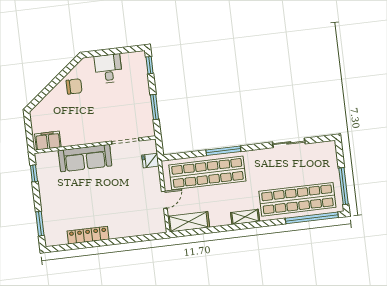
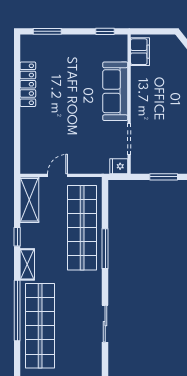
fridge: (150, 161) -> (119, 166), moved, turned -90
door: (164, 200) -> (57, 175), swing flipped
window: (312, 218) -> (17, 310), moved
window: (222, 229) -> (17, 237), added

